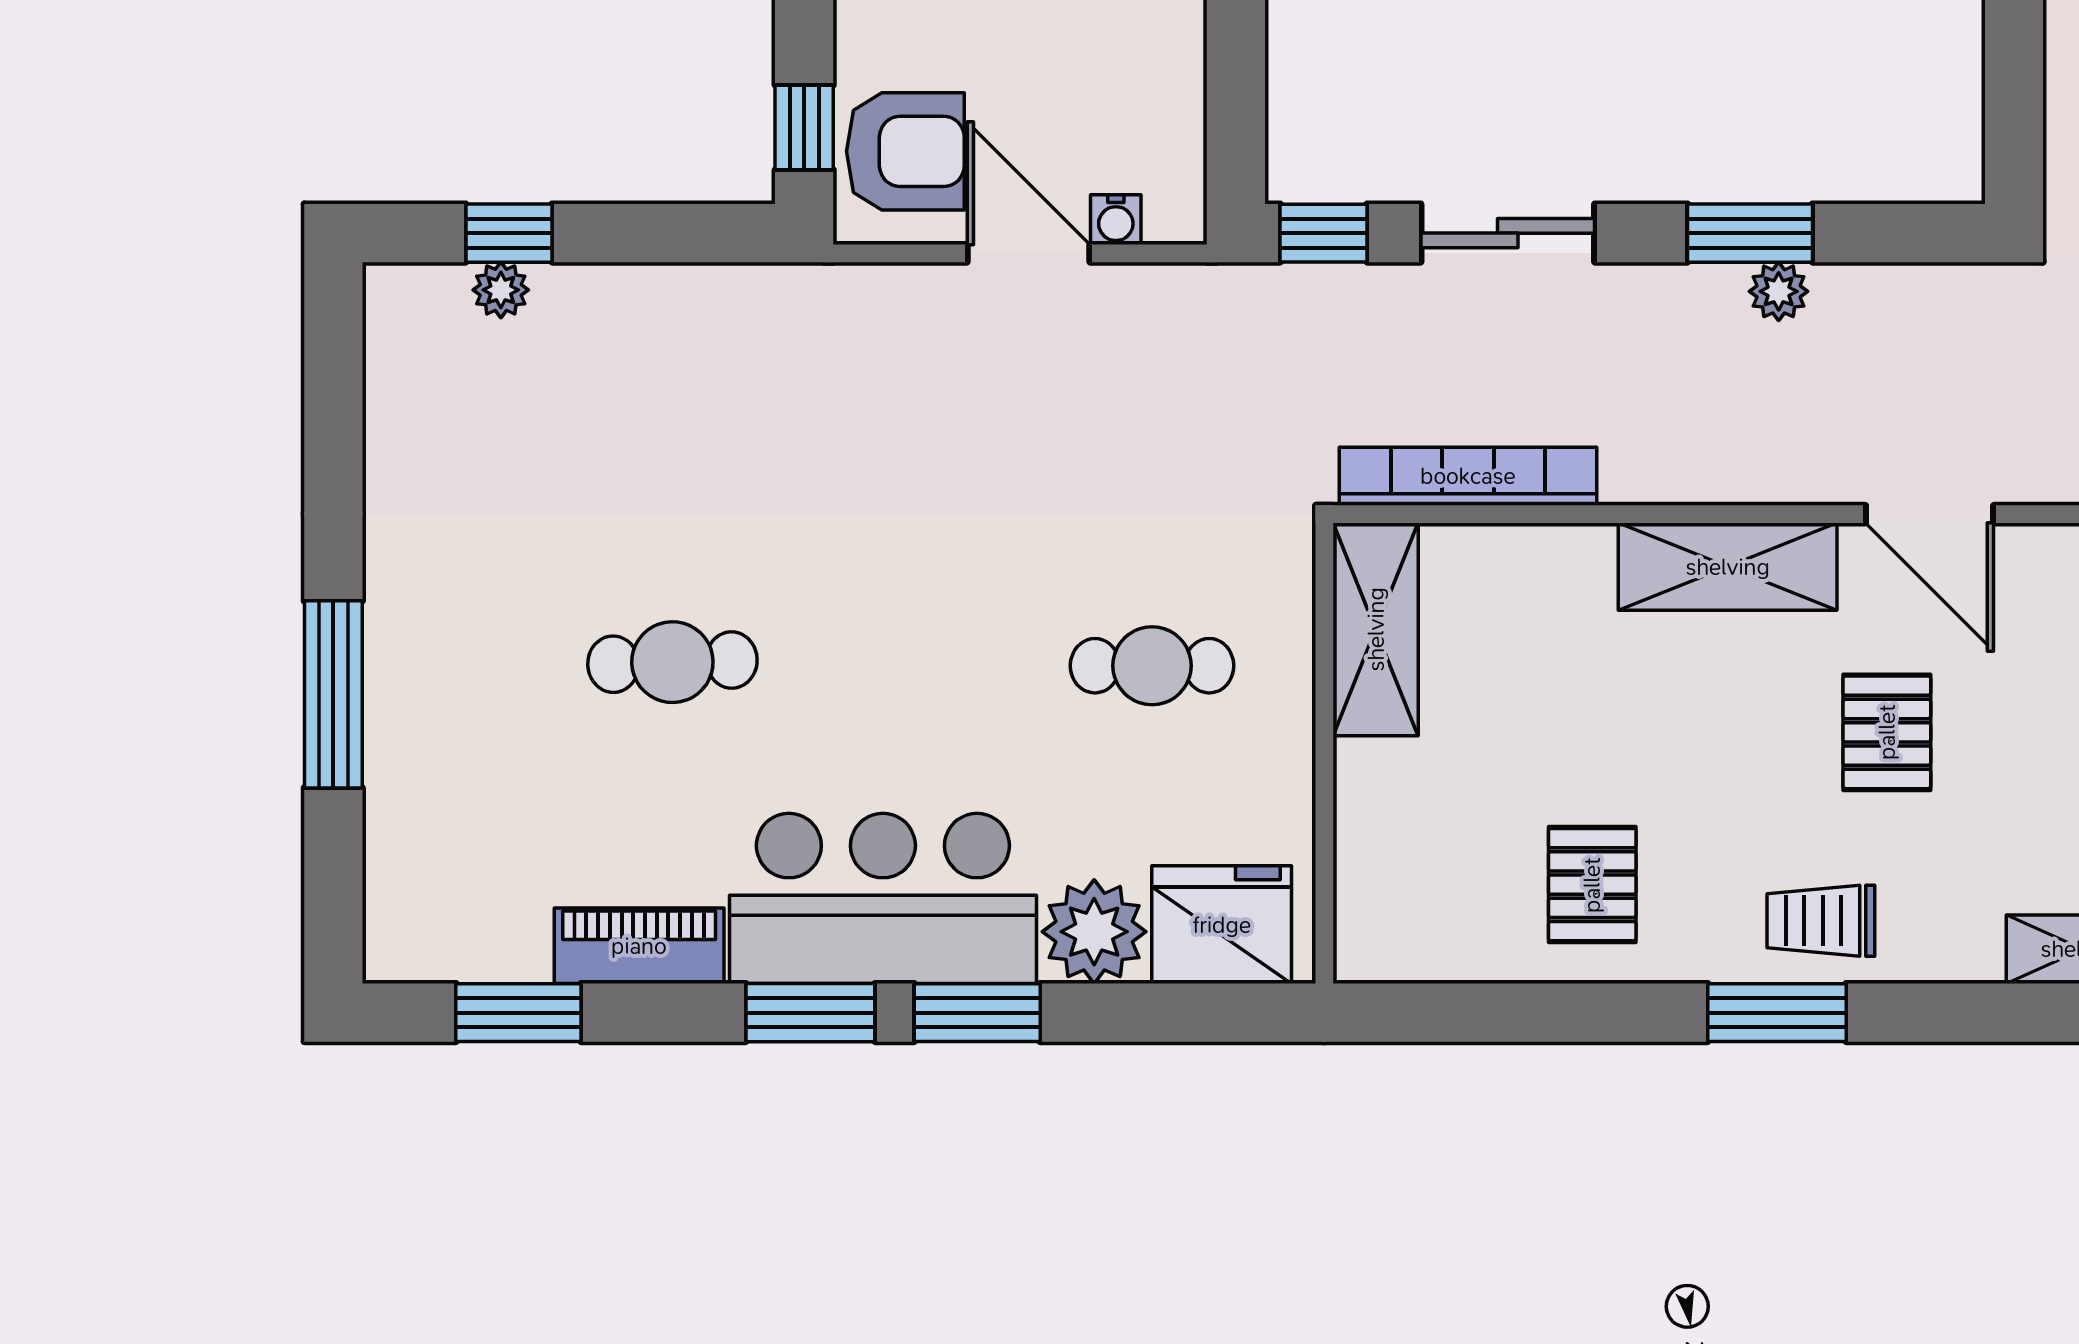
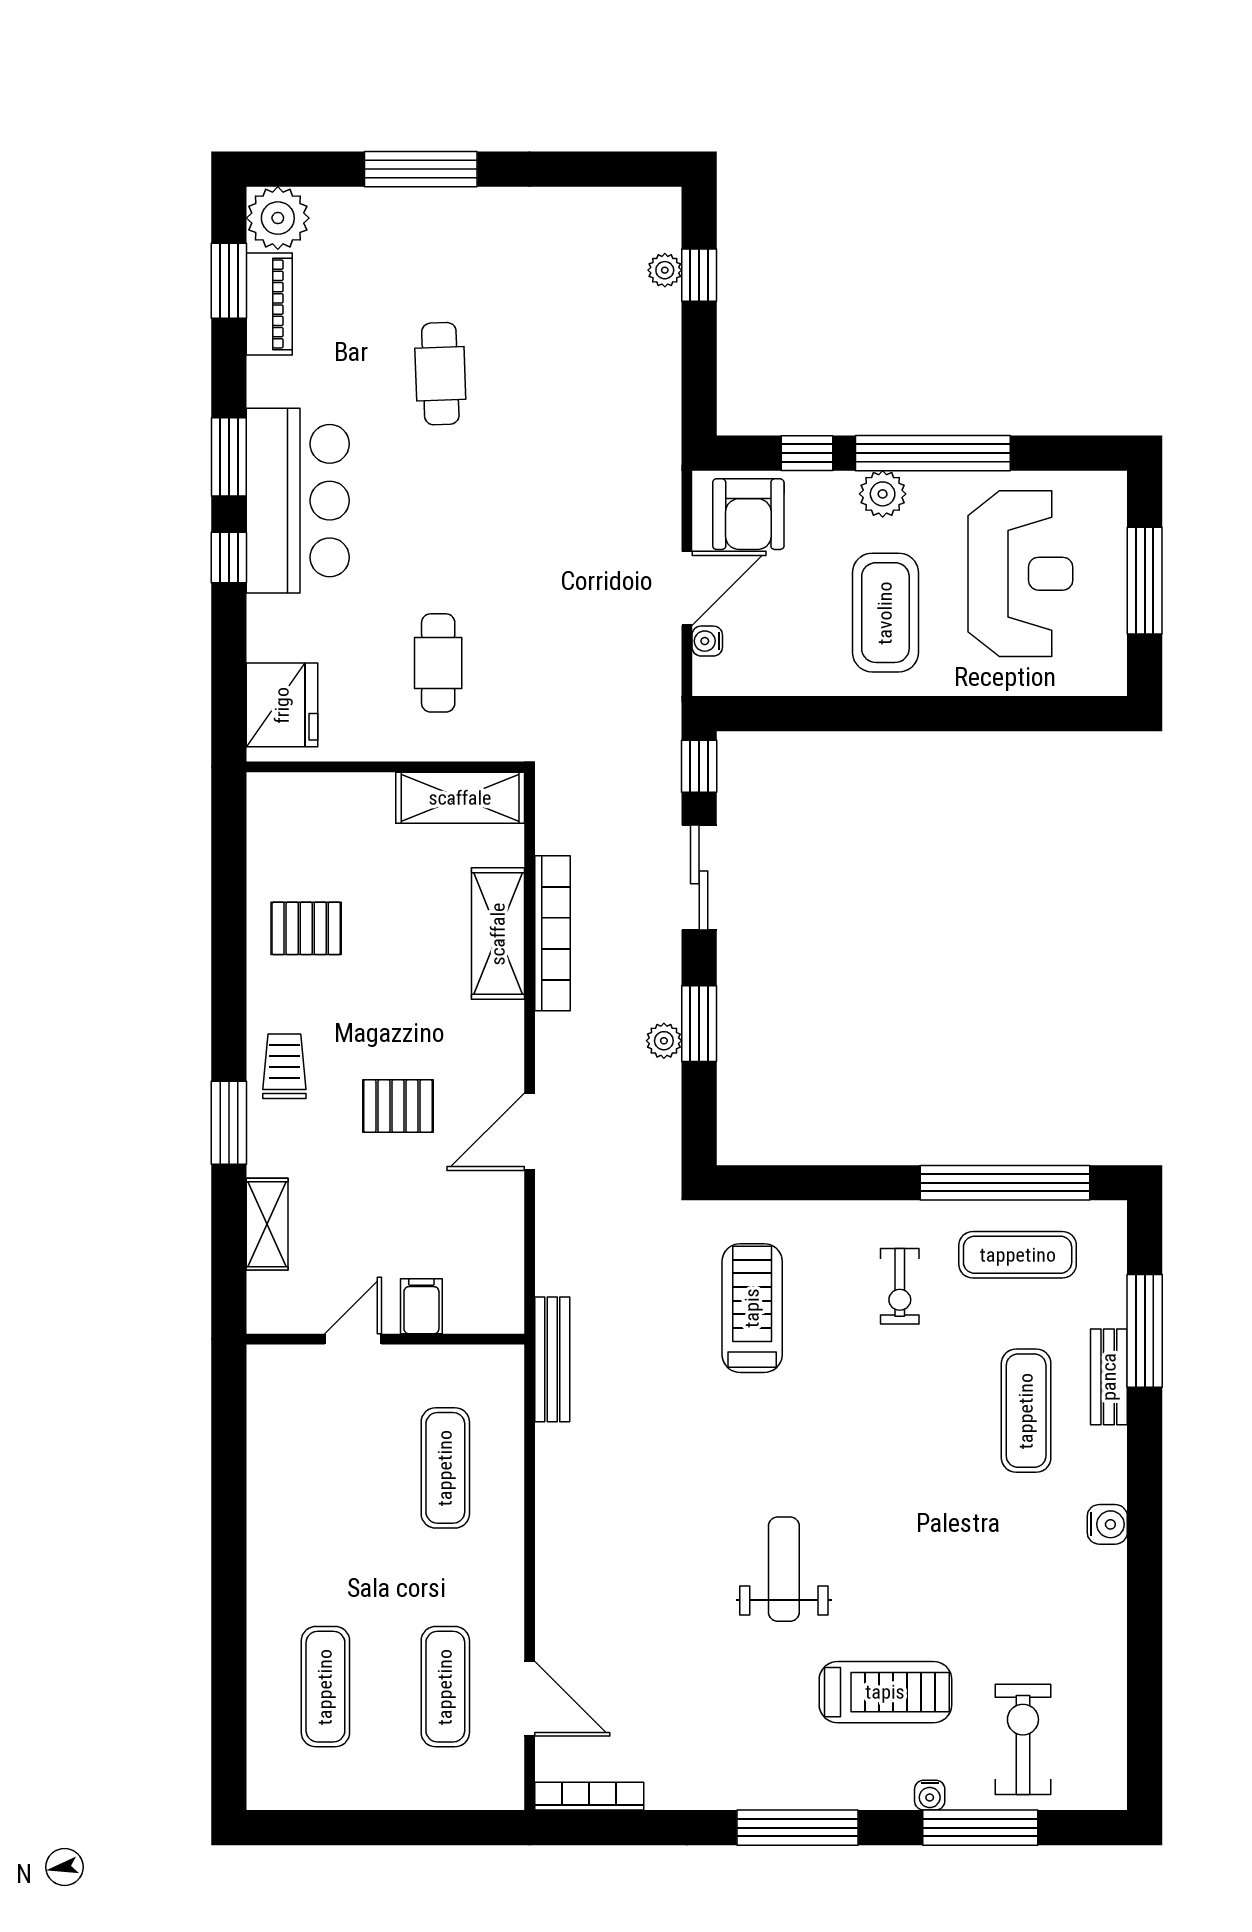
window: (804, 127) -> (807, 453), moved
bookcase: (1468, 476) -> (552, 933), moved
shelving: (1728, 567) -> (498, 934), moved
plant: (1094, 932) -> (278, 218), moved
piano: (639, 946) -> (269, 304), moved
window: (977, 1013) -> (229, 557), width x0.67
window: (1777, 1013) -> (229, 1123), moved

